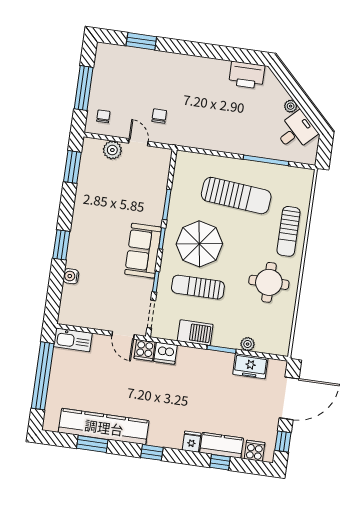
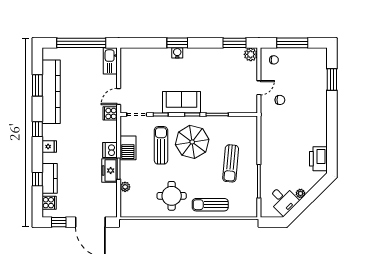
plant: (112, 150) -> (251, 54), moved
sun lounger: (236, 196) -> (231, 163), width x0.73, depth x0.75
water cooler: (71, 276) -> (177, 53), moved
dishwasher: (165, 353) -> (110, 150), moved
freezer: (250, 366) -> (110, 170), moved
fridge: (192, 442) -> (49, 147), moved

